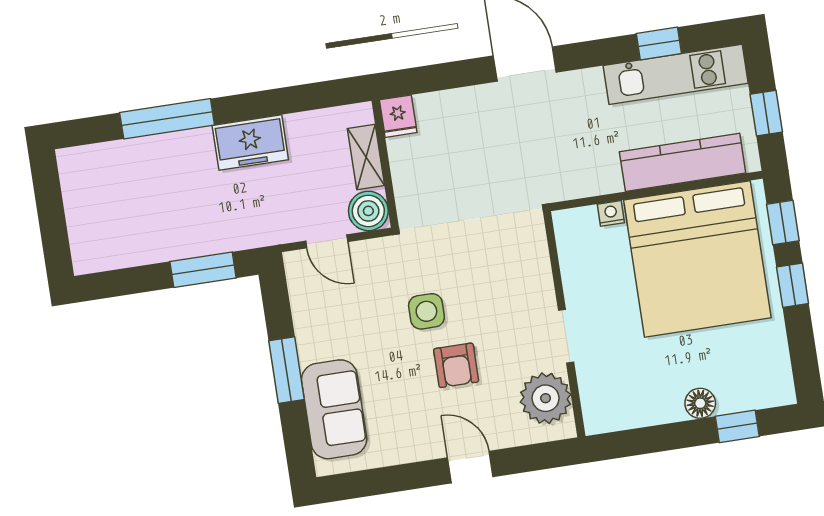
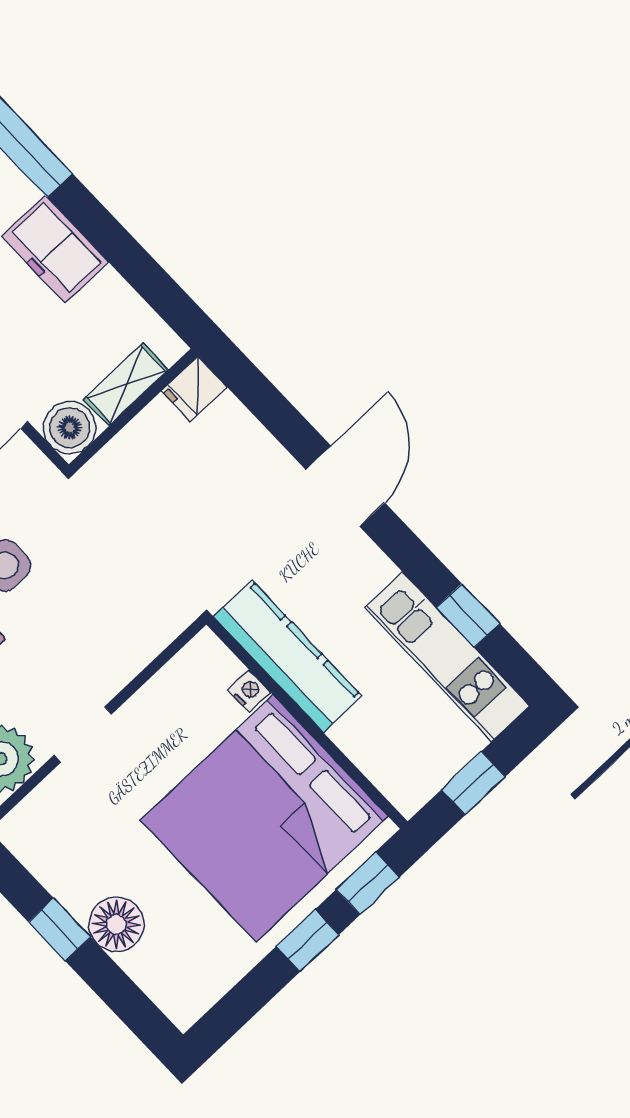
kitchen counter: (683, 162) -> (287, 656), moved
floor lamp: (700, 403) -> (116, 924), width x1.38, depth x1.38
window: (737, 426) -> (59, 929), moved

